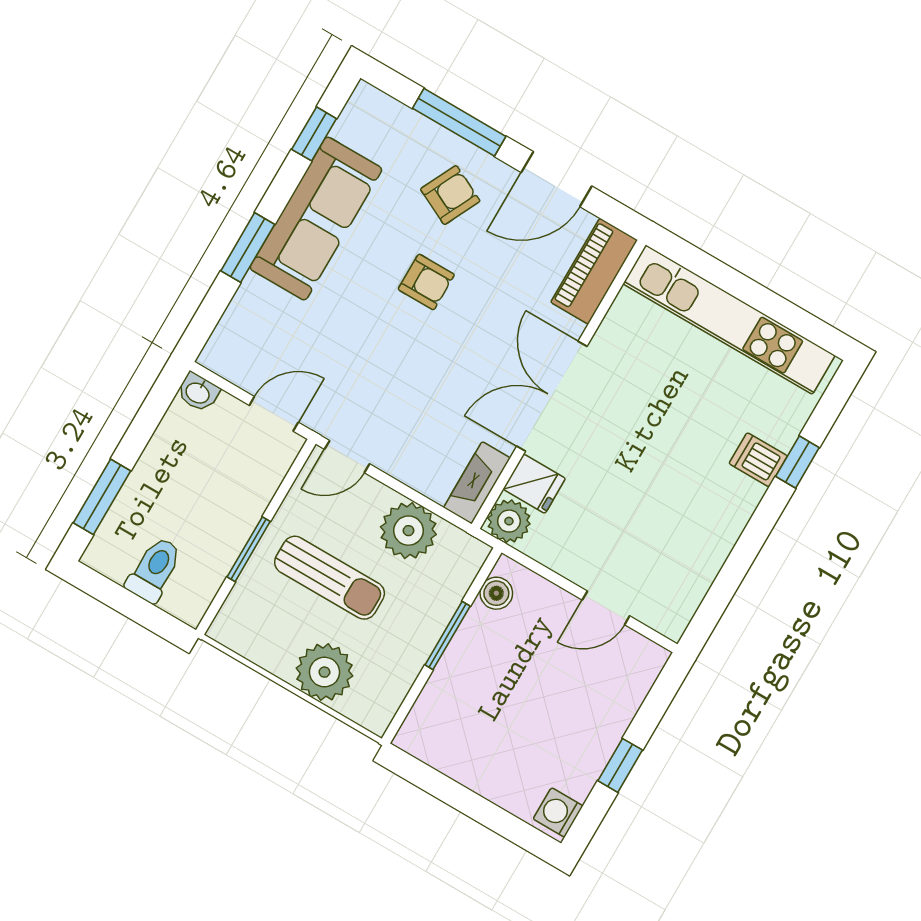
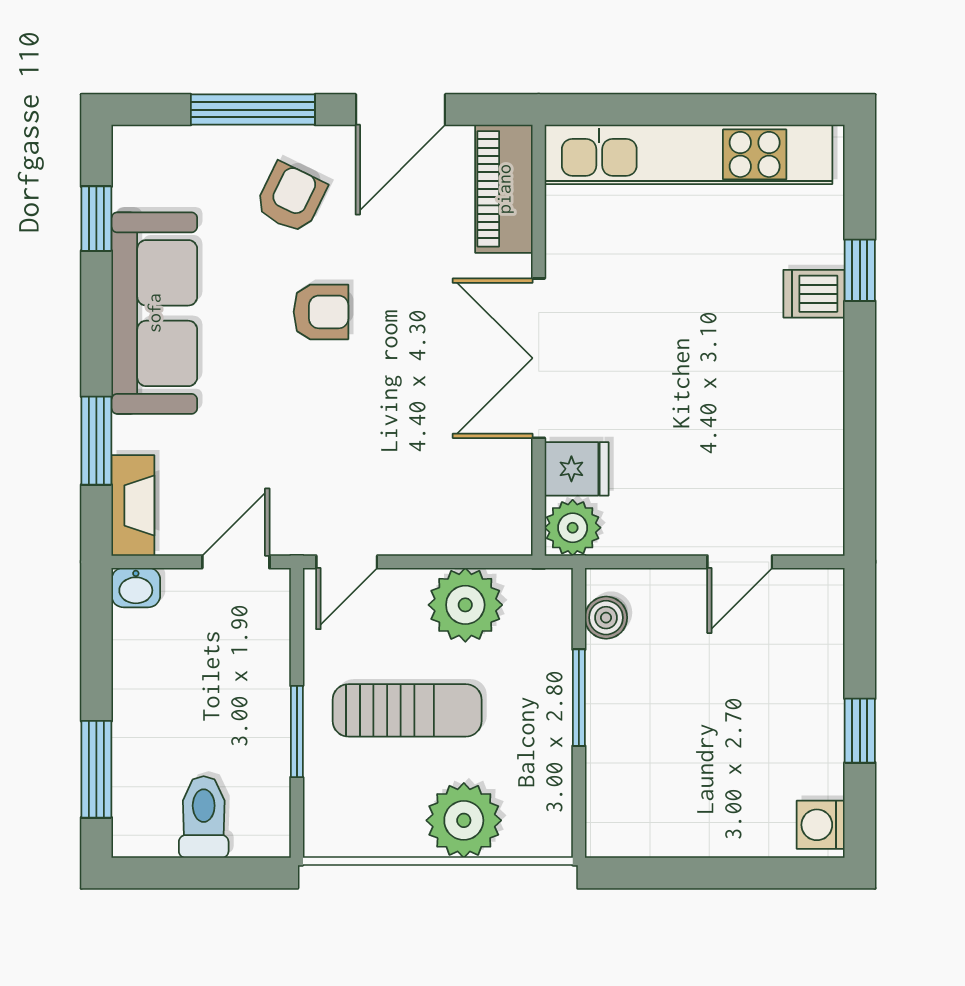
window: (248, 248) -> (96, 441), moved
fireplace: (477, 483) -> (133, 505), moved, turned 180

